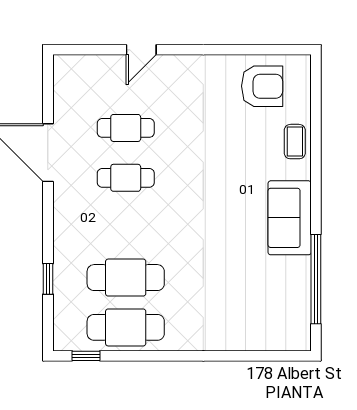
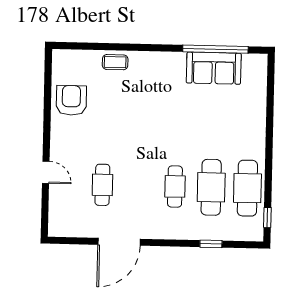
armchair: (262, 86) -> (71, 100), moved
cafe table: (126, 178) -> (175, 186), moved
sofa: (290, 218) -> (214, 68), moved

